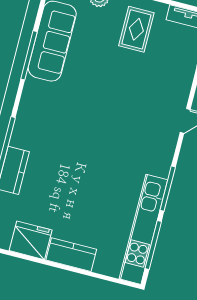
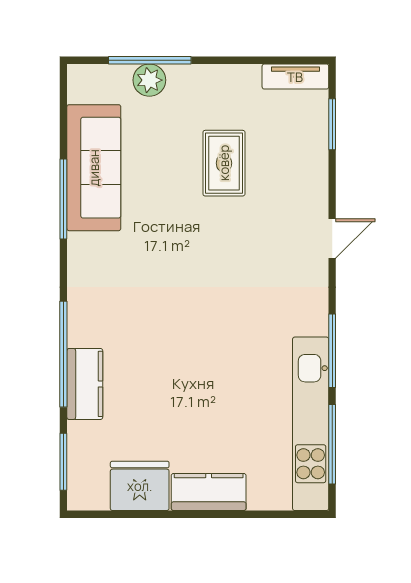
rug: (136, 29) -> (224, 163), moved

